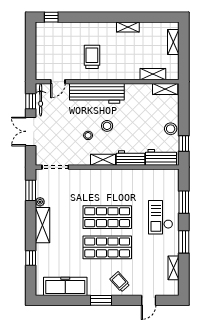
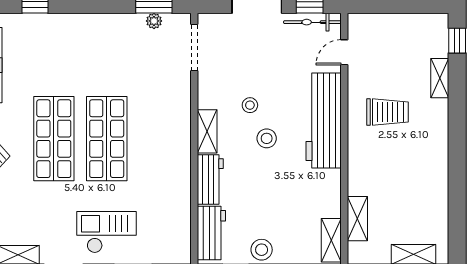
shelving: (128, 27) -> (440, 78), moved
door: (58, 82) -> (344, 52), hinge flipped
plant: (40, 202) -> (154, 21), moved
shelving: (43, 225) -> (93, 25), removed

